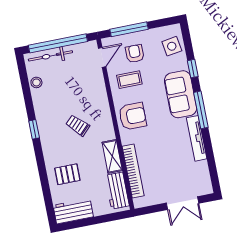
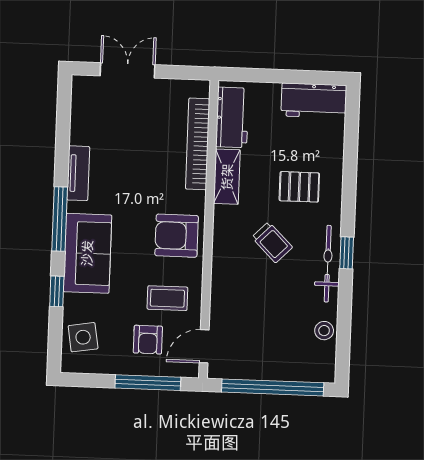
bicycle: (50, 56) -> (328, 264), moved, turned -90
tv unit: (197, 138) -> (78, 173), width x0.71
pallet: (67, 174) -> (299, 187), moved

